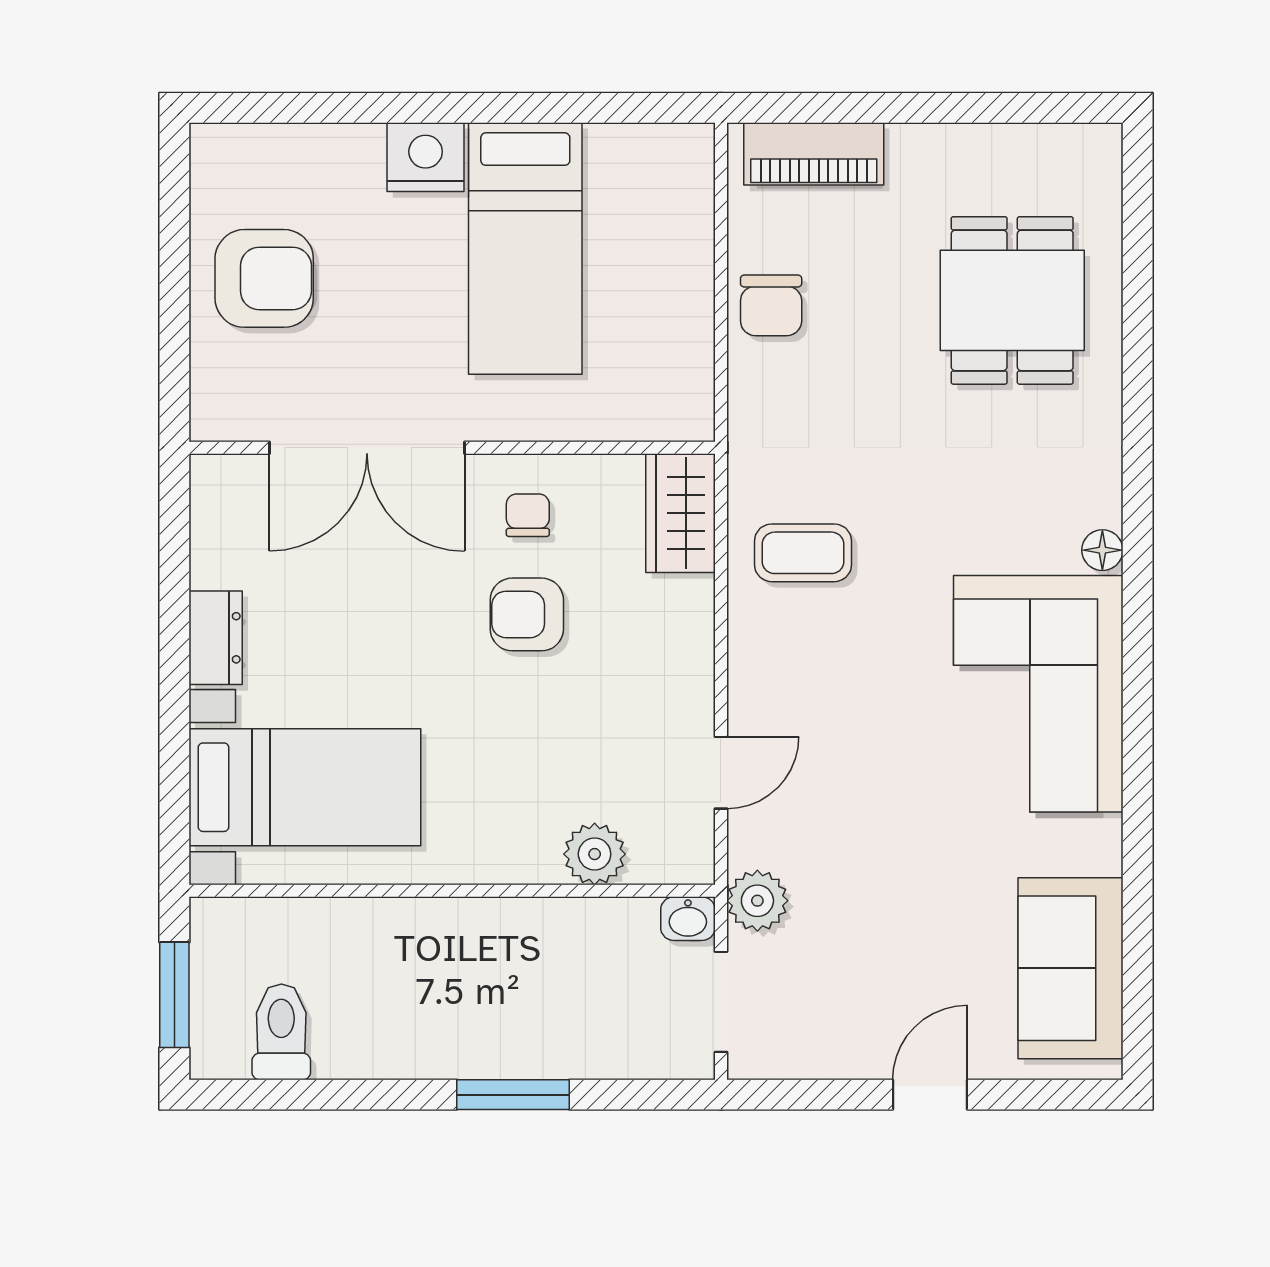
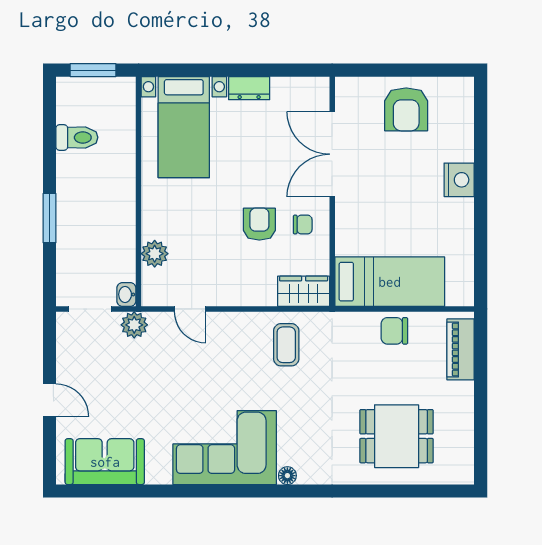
bed: (525, 248) -> (390, 282), moved, turned 180
toilet: (281, 1032) -> (77, 137), moved

